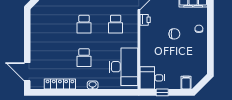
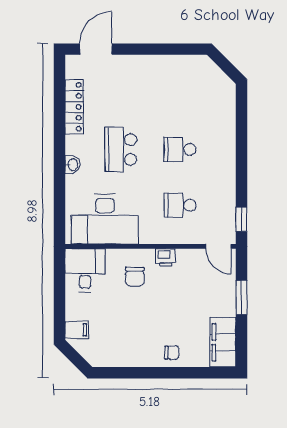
printer: (145, 20) -> (166, 257), moved
chair: (174, 34) -> (135, 276), moved
school desk: (84, 58) -> (121, 149), width x1.85
window: (162, 92) -> (59, 288), removed

